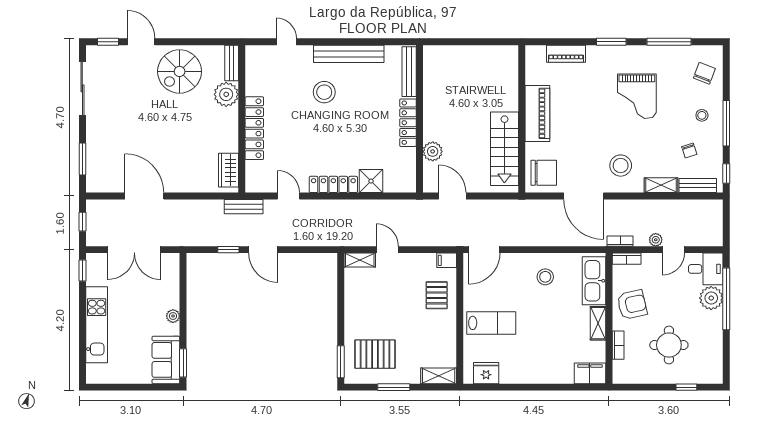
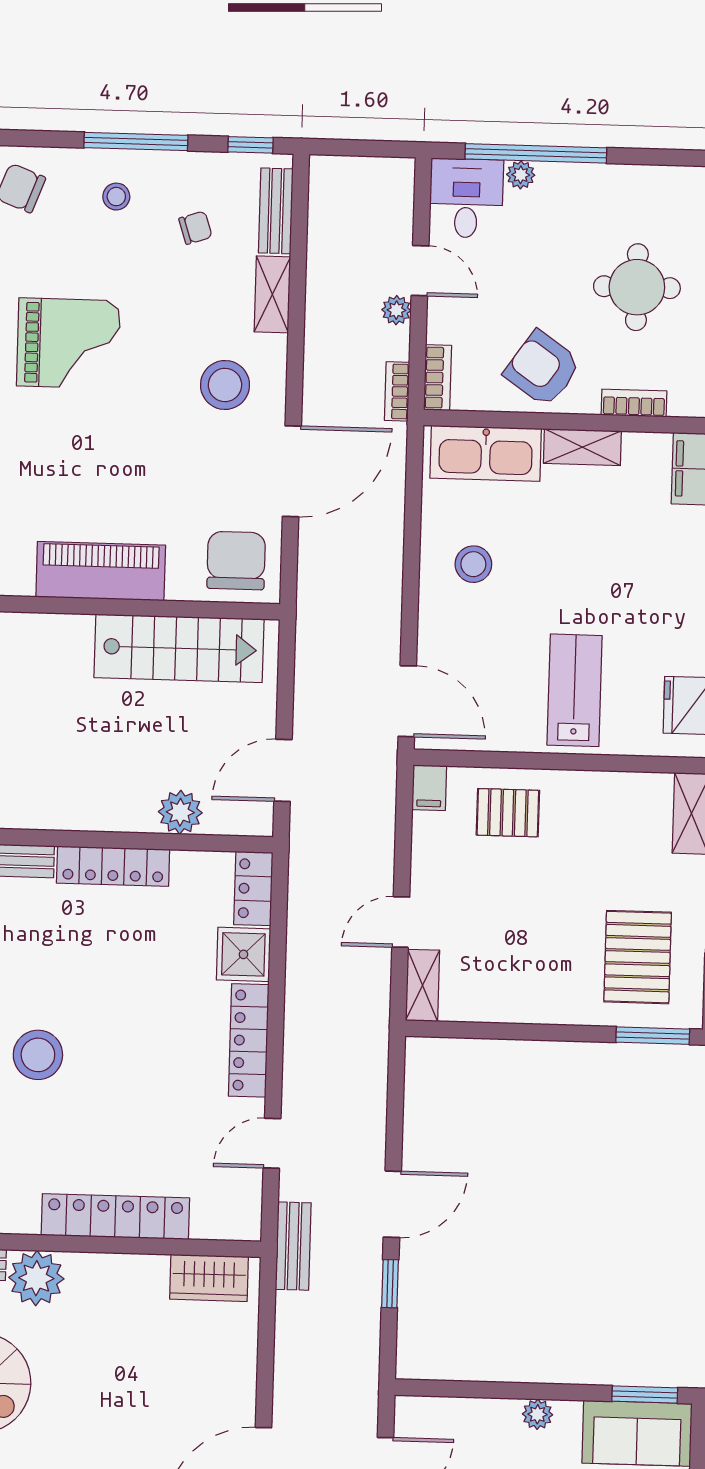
locker: (400, 184) -> (253, 889), added
plant: (711, 298) -> (521, 175), width x0.53, depth x0.53
armchair: (632, 305) -> (542, 369), turned -42

